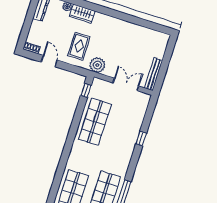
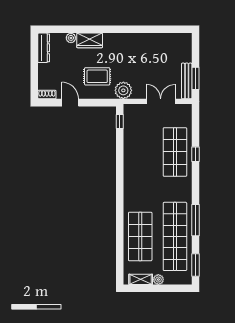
rug: (79, 46) -> (97, 76), turned 90
window: (162, 74) -> (195, 78), added
shop shelf: (95, 122) -> (175, 152), moved

